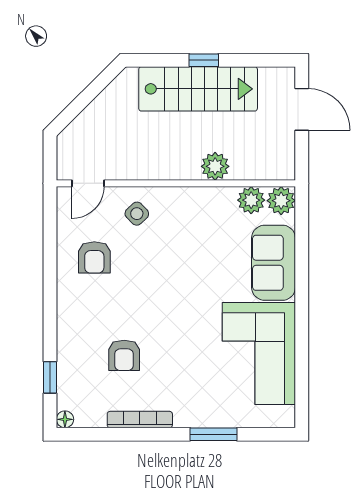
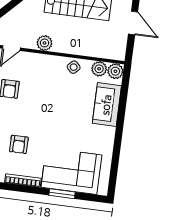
plant: (215, 166) -> (45, 43), moved
side table: (137, 214) -> (74, 67), moved
corner sofa: (259, 353) -> (72, 171), moved, turned 90

